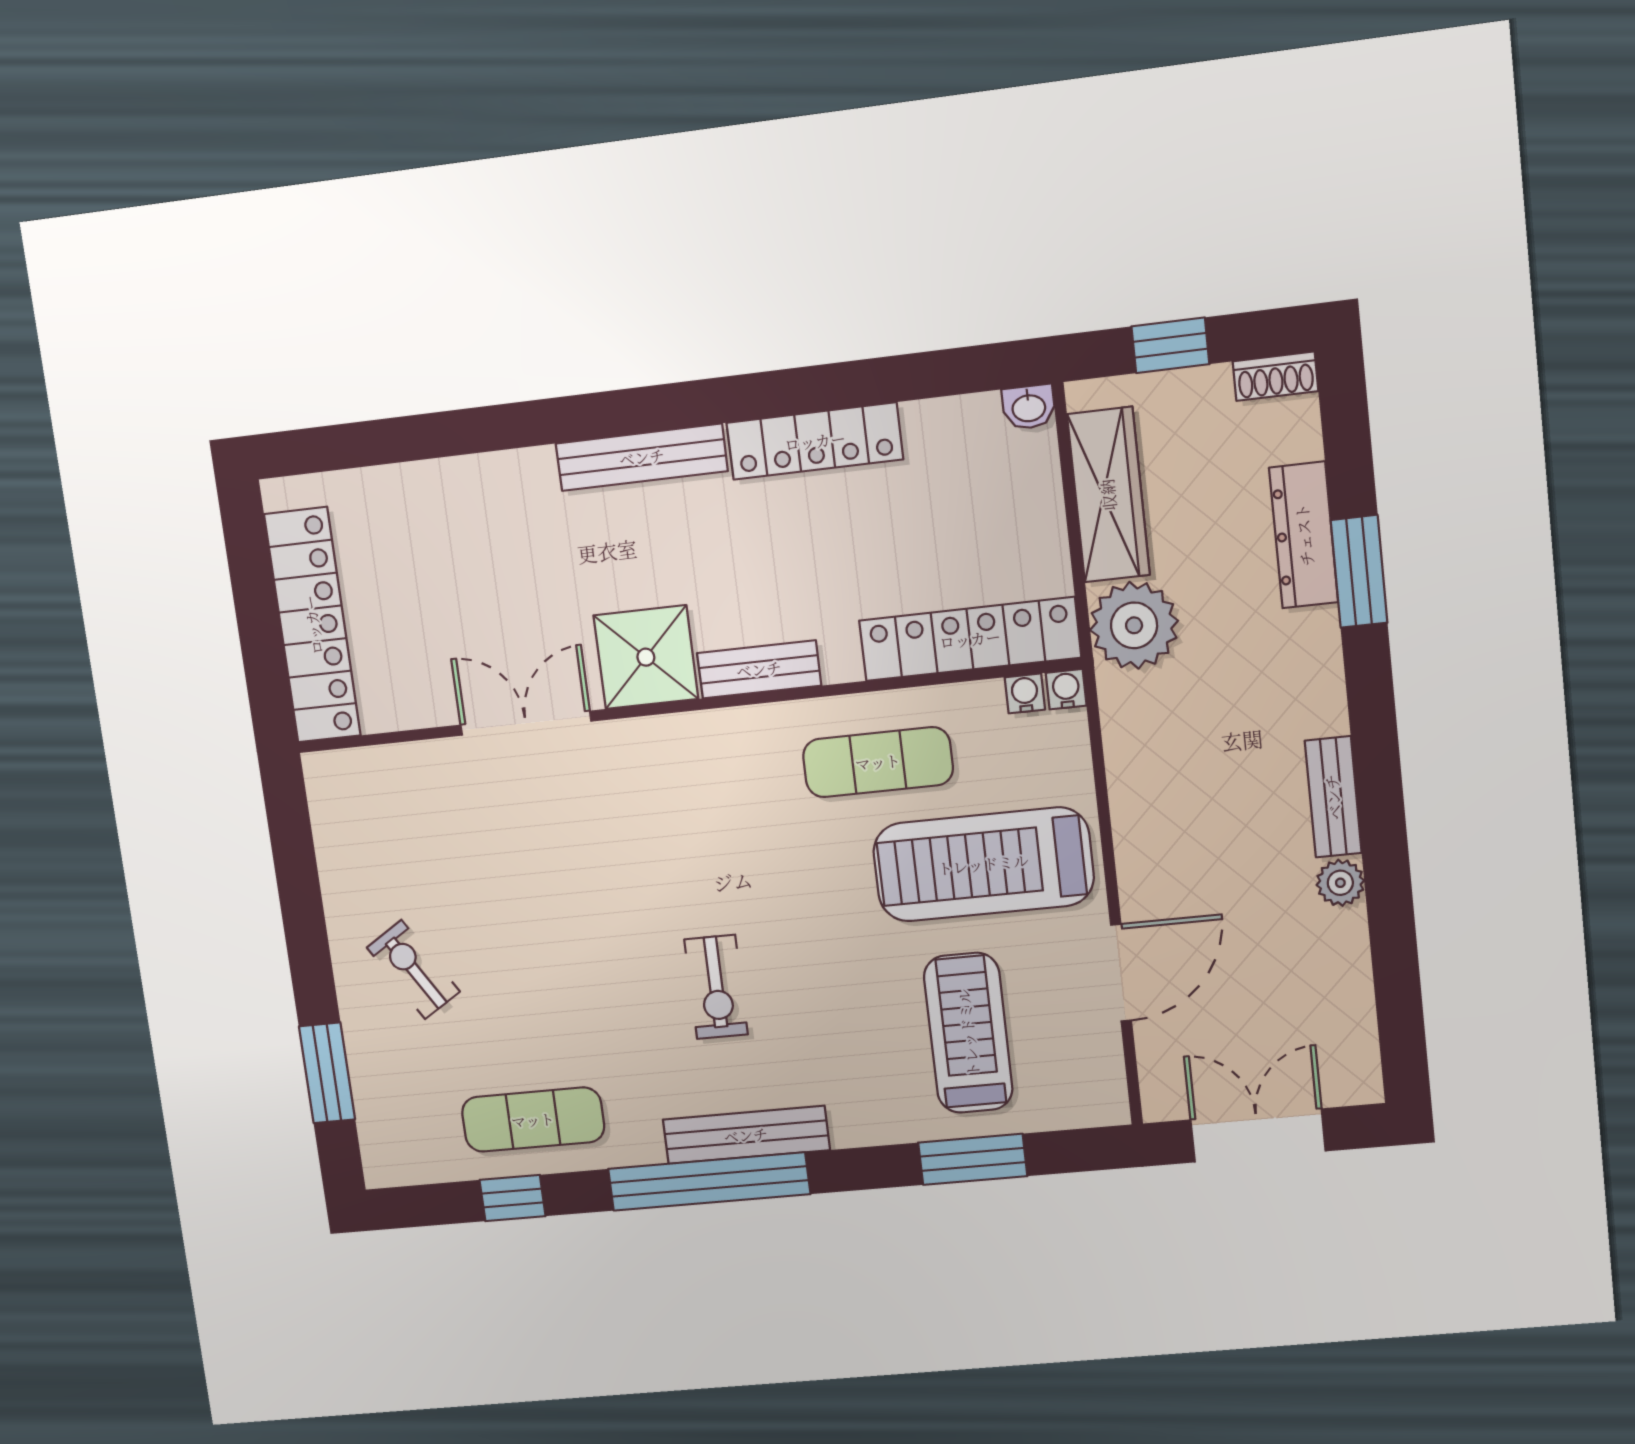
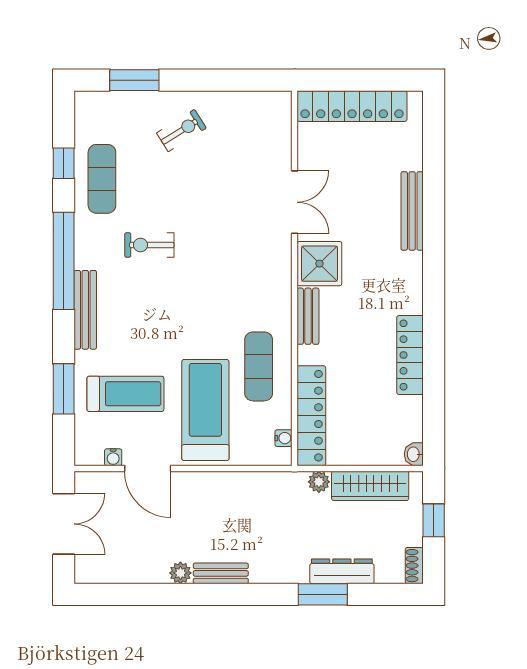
bench: (642, 457) -> (412, 211), moved
plant: (1134, 625) -> (319, 482), width x0.53, depth x0.53
water cooler: (1066, 689) -> (113, 457), moved, turned 90
exercise bike: (716, 987) -> (149, 245), moved
bench: (746, 1135) -> (85, 310), moved

